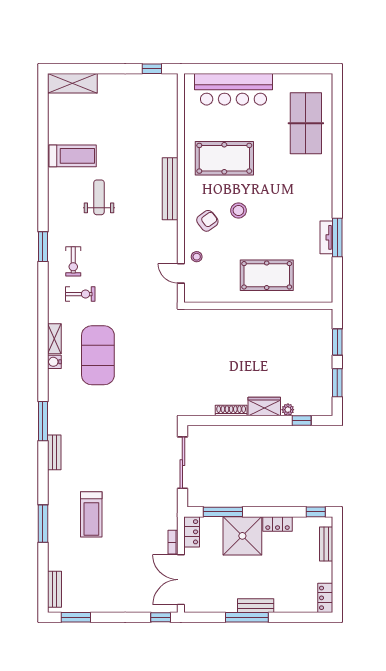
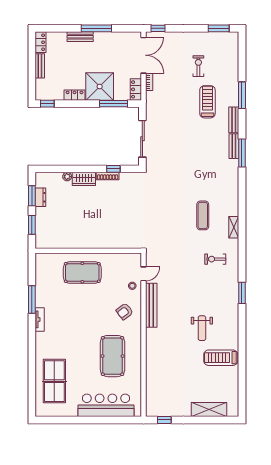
shelving: (72, 83) -> (209, 410), moved
pool table: (224, 158) -> (113, 356), turned 90
bench: (170, 189) -> (151, 305), moved
stool: (238, 211) -> (102, 319), removed
tv unit: (326, 237) -> (40, 319), moved
exercise bike: (73, 261) -> (198, 66), moved
door: (181, 273) -> (144, 274), hinge flipped
exercise mat: (98, 355) -> (203, 215), width x0.50, depth x0.69
water cooler: (54, 362) -> (234, 211), removed
dresser: (325, 381) -> (40, 197), added
window: (302, 420) -> (113, 169), moved
window: (43, 421) -> (242, 153), moved
bench: (326, 544) -> (40, 66), moved
bench: (55, 589) -> (234, 120), moved
bench: (256, 606) -> (80, 37), moved

